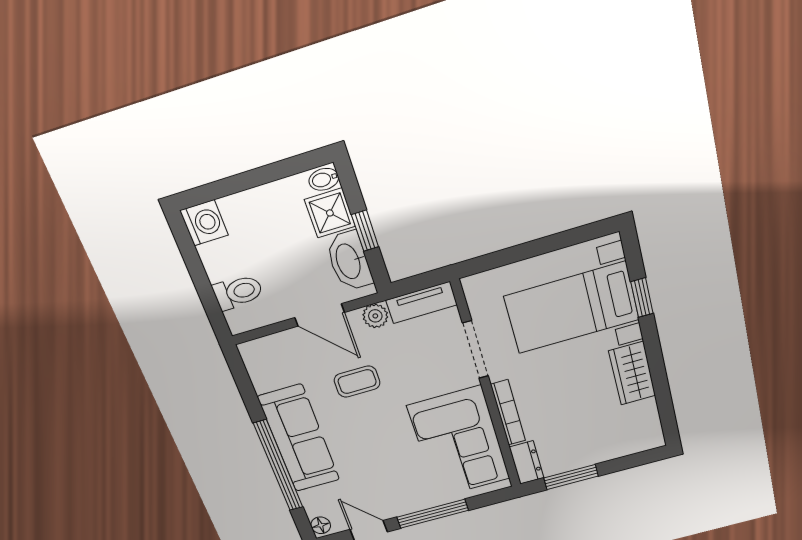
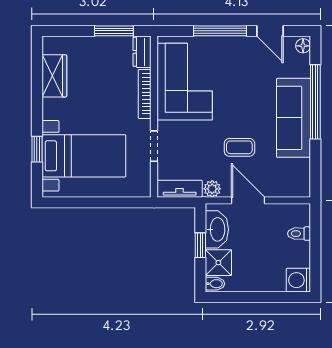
toilet: (238, 292) -> (299, 234), width x0.73, depth x0.72
doorway: (475, 350) -> (154, 146), width x0.73
wardrobe: (632, 373) -> (54, 76), moved

